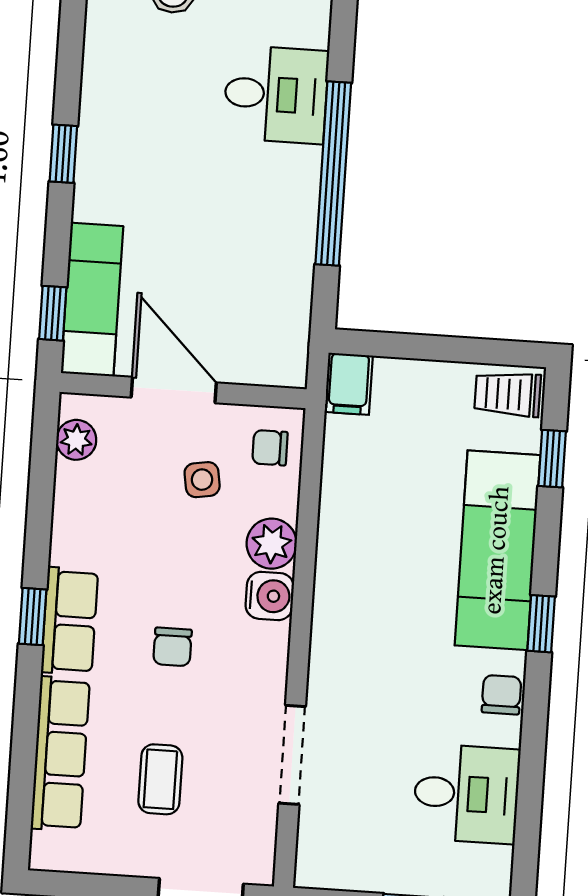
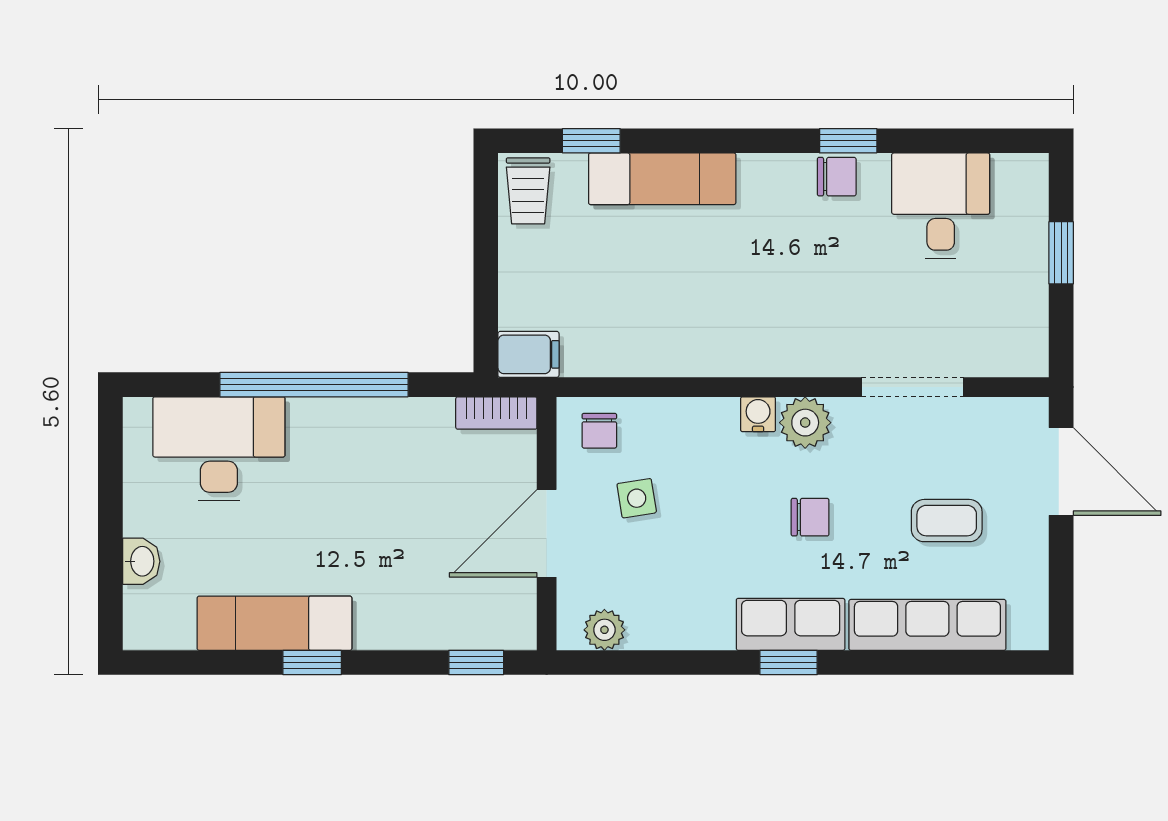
desk: (276, 94) -> (219, 449), width x1.37
exam couch: (92, 300) -> (274, 623), moved
bookcase: (294, 349) -> (496, 413), added
plant: (272, 544) -> (805, 423), moved
exam couch: (497, 550) -> (662, 179), width x0.73, depth x0.69
water cooler: (270, 596) -> (758, 414), width x0.72, depth x0.72
window: (541, 624) -> (848, 141), moved
chair: (501, 695) -> (837, 177), turned 180

